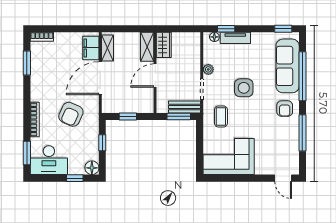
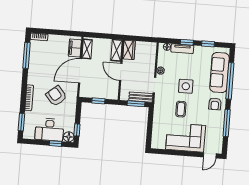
window: (226, 29) -> (187, 42), moved
window: (283, 29) -> (208, 44), moved
window: (27, 63) -> (27, 55), width x1.44
door: (155, 76) -> (121, 72), hinge flipped
armchair: (71, 114) -> (56, 96), turned 116
coffee table: (221, 116) -> (181, 109), moved
window: (102, 143) -> (77, 130), moved
corner sofa: (229, 157) -> (186, 137), moved
desk: (49, 160) -> (49, 130), moved
door: (283, 178) -> (210, 155), hinge flipped

